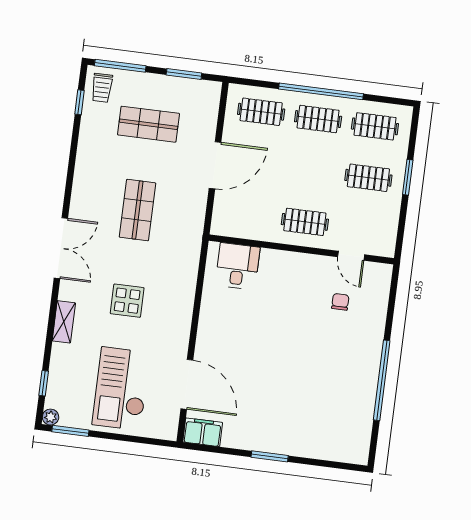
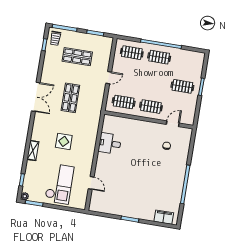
clothes rail: (375, 126) -> (124, 102), moved
door: (215, 165) -> (109, 78), width x0.53
double door: (61, 248) -> (36, 97), moved
door: (351, 256) -> (173, 124), swing flipped
desk: (238, 266) -> (110, 143), moved, turned -90
door: (187, 384) -> (91, 183), width x0.53
checkout: (121, 389) -> (59, 184), turned 180
filing cabinet: (203, 432) -> (164, 217), moved

